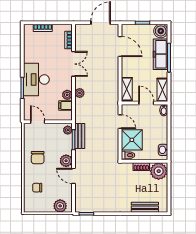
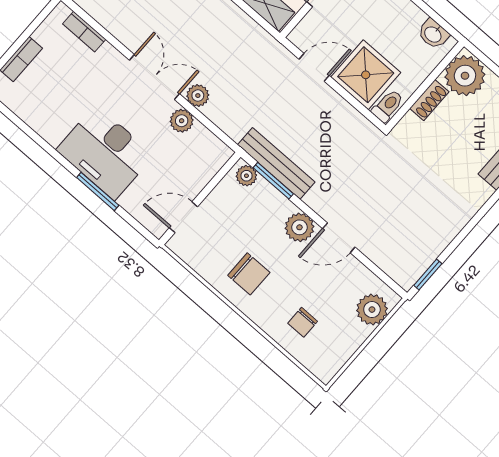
double door: (73, 64) -> (154, 77), moved
filing cabinet: (66, 106) -> (198, 141), removed
bench: (80, 136) -> (276, 163), width x1.36

